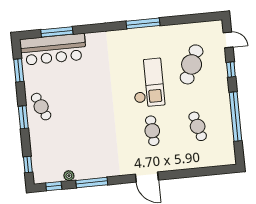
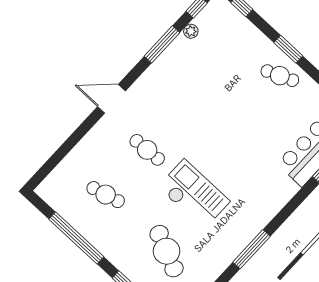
checkout: (148, 83) -> (194, 194), turned 180

